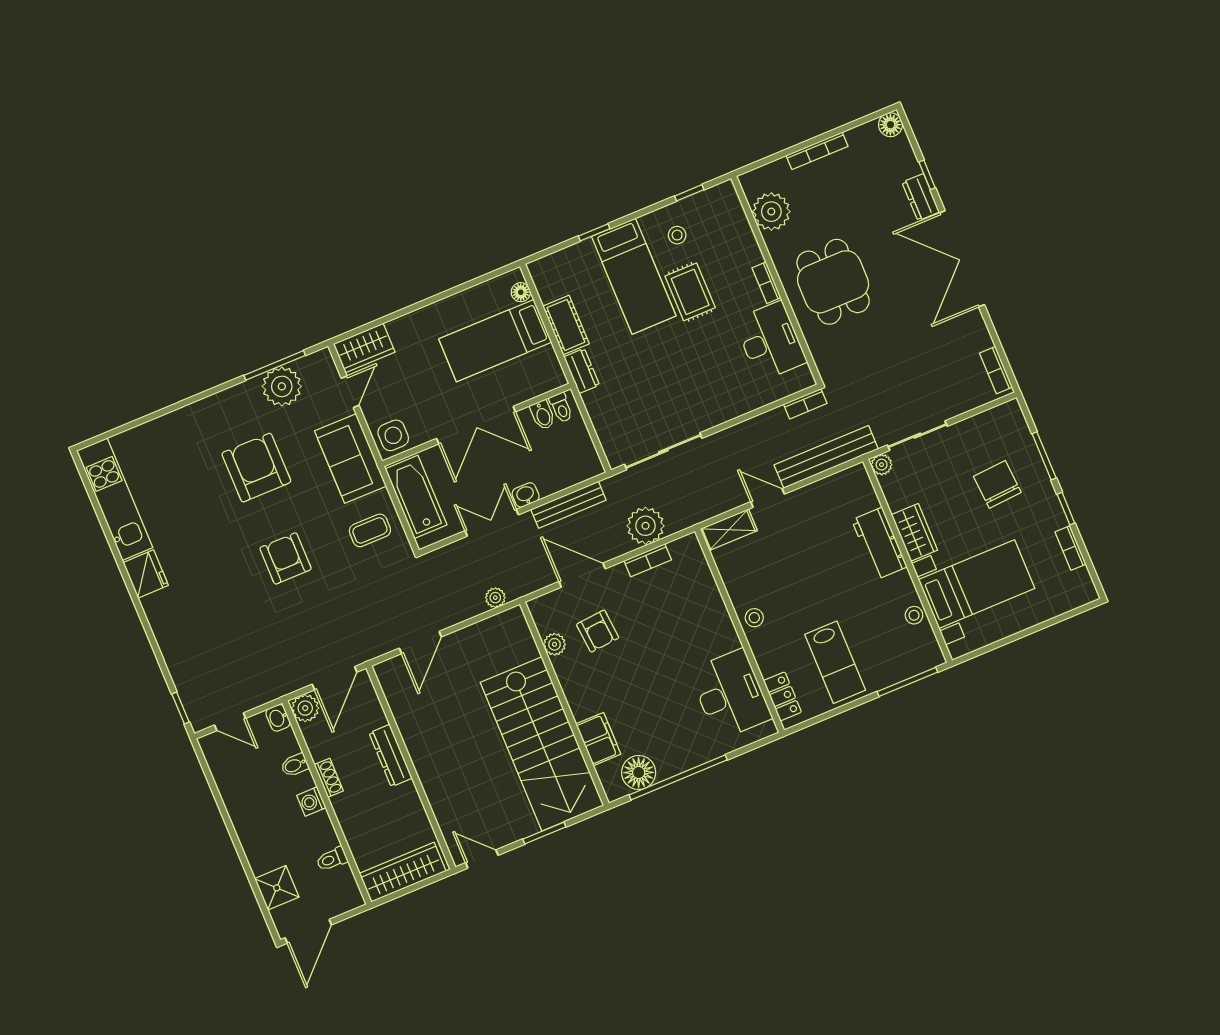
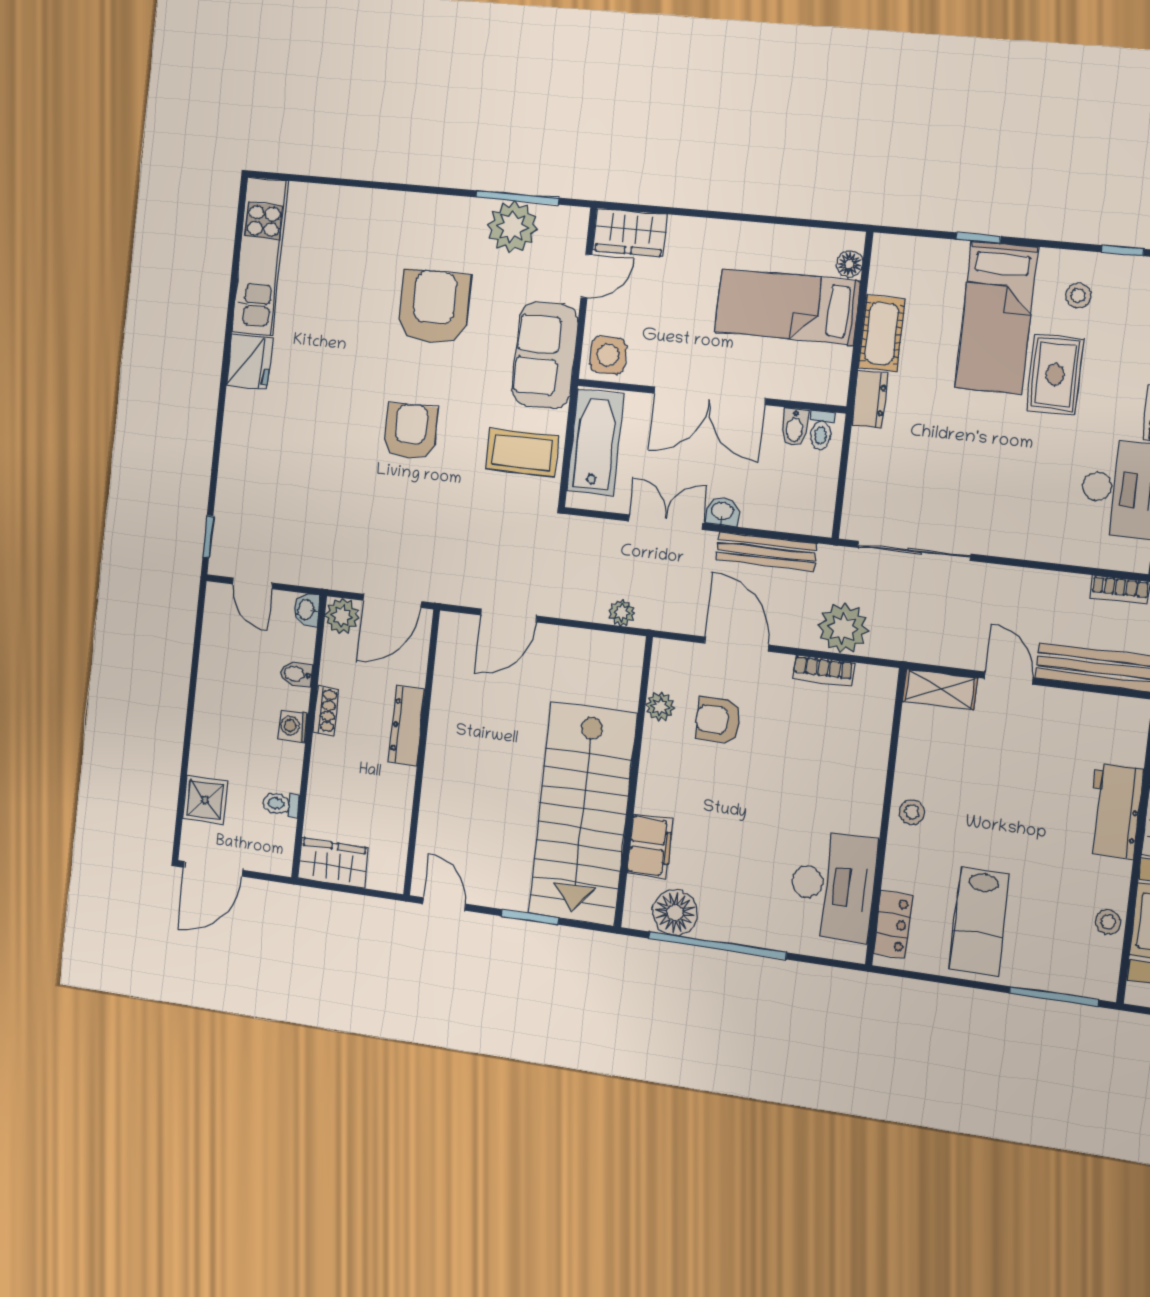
coffee table: (370, 530) -> (522, 452), width x1.36, depth x1.30
armchair: (598, 631) -> (718, 720), turned 95
wardrobe: (403, 872) -> (333, 863), width x0.67

